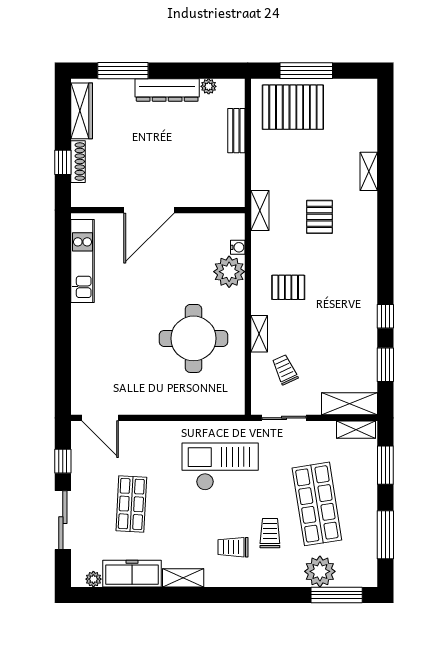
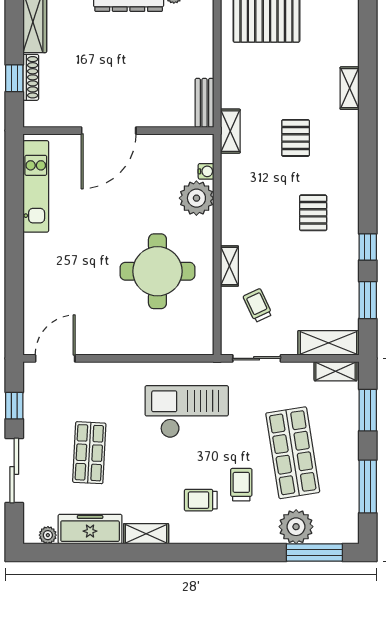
bench: (236, 131) -> (204, 103), moved
pallet: (288, 287) -> (313, 213), moved, turned 90
door: (100, 418) -> (55, 358), swing flipped

